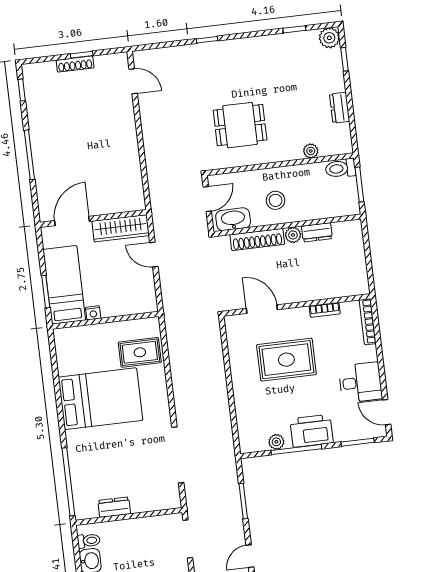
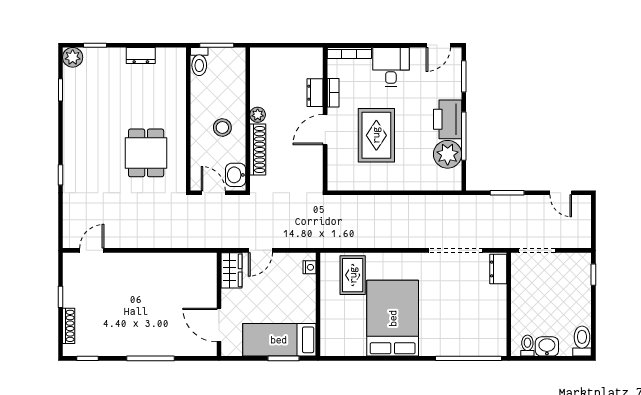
shoe rack: (75, 64) -> (69, 326), moved
plant: (311, 151) -> (179, 88), removed
washbasin: (233, 219) -> (236, 175), width x0.72
wardrobe: (121, 228) -> (231, 270), width x0.67
dresser: (317, 232) -> (315, 93), moved, turned 180
door: (262, 309) -> (325, 130), moved
nightstand: (93, 313) -> (309, 267), moved
desk: (360, 382) -> (391, 67), moved
plant: (276, 442) -> (448, 154), width x1.88, depth x1.88
dresser: (114, 507) -> (498, 269), moved

